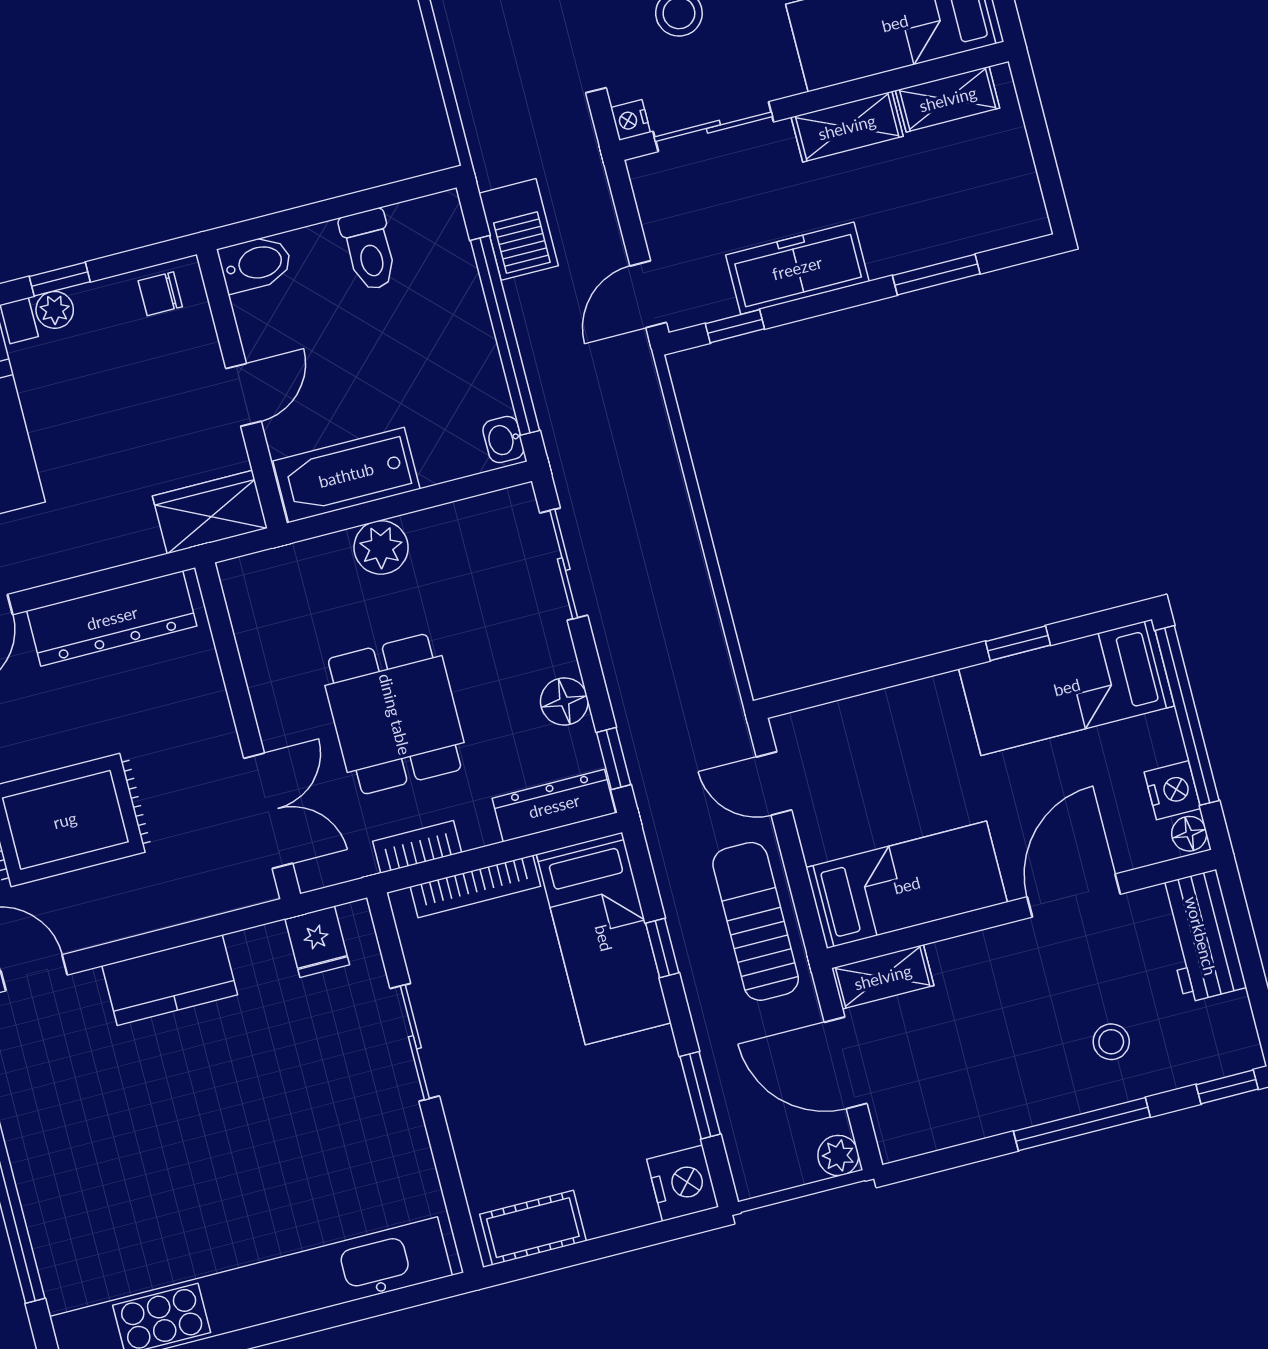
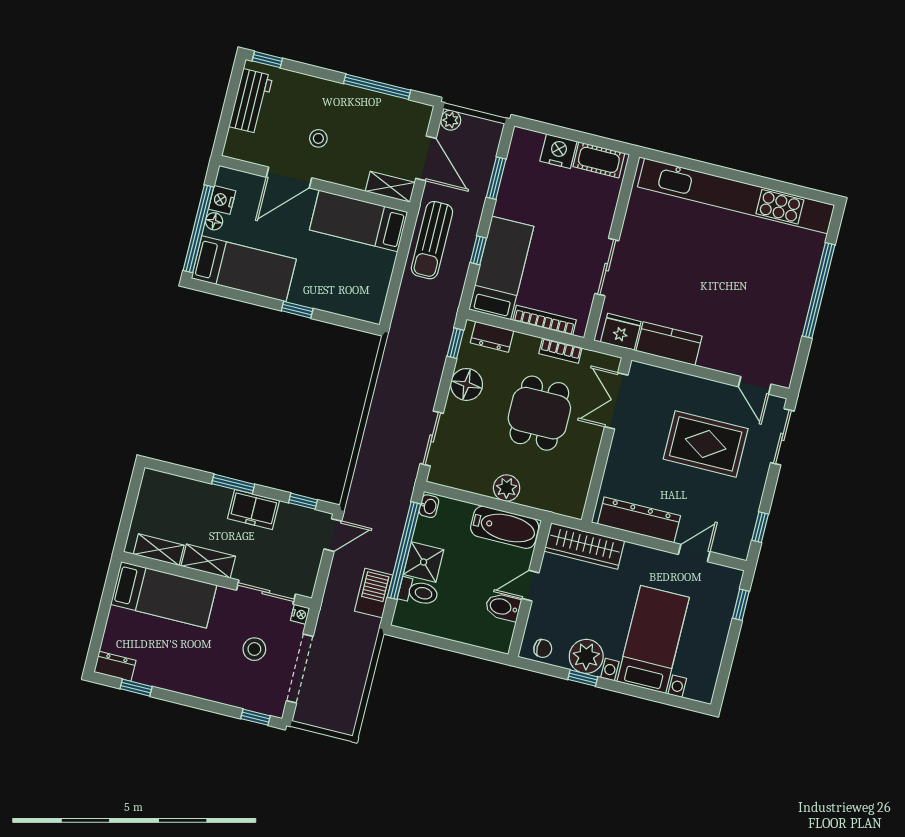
toilet: (369, 250) -> (418, 592), moved, turned 90
bidet: (255, 264) -> (503, 607), moved
freezer: (797, 268) -> (254, 510), width x0.71
window: (936, 275) -> (233, 484), moved
plant: (55, 310) -> (586, 656), width x1.88, depth x1.88
shower: (459, 334) -> (424, 562), added
wardrobe: (210, 512) -> (584, 546), width x1.50
window: (1018, 643) -> (297, 310), moved
floor lamp: (564, 701) -> (467, 384), width x1.38, depth x1.38
door: (774, 784) -> (392, 295), removed
dresser: (554, 806) -> (492, 337), width x0.70
floor lamp: (1189, 834) -> (214, 221), moved
workbench: (1201, 936) -> (251, 101), moved
fridge: (317, 942) -> (621, 332), width x1.38
kitchen counter: (170, 980) -> (669, 344), moved
stool: (1111, 1042) -> (318, 138), moved
window: (1082, 1124) -> (377, 87), moved
nightstand: (683, 1183) -> (558, 151), moved, turned 90

